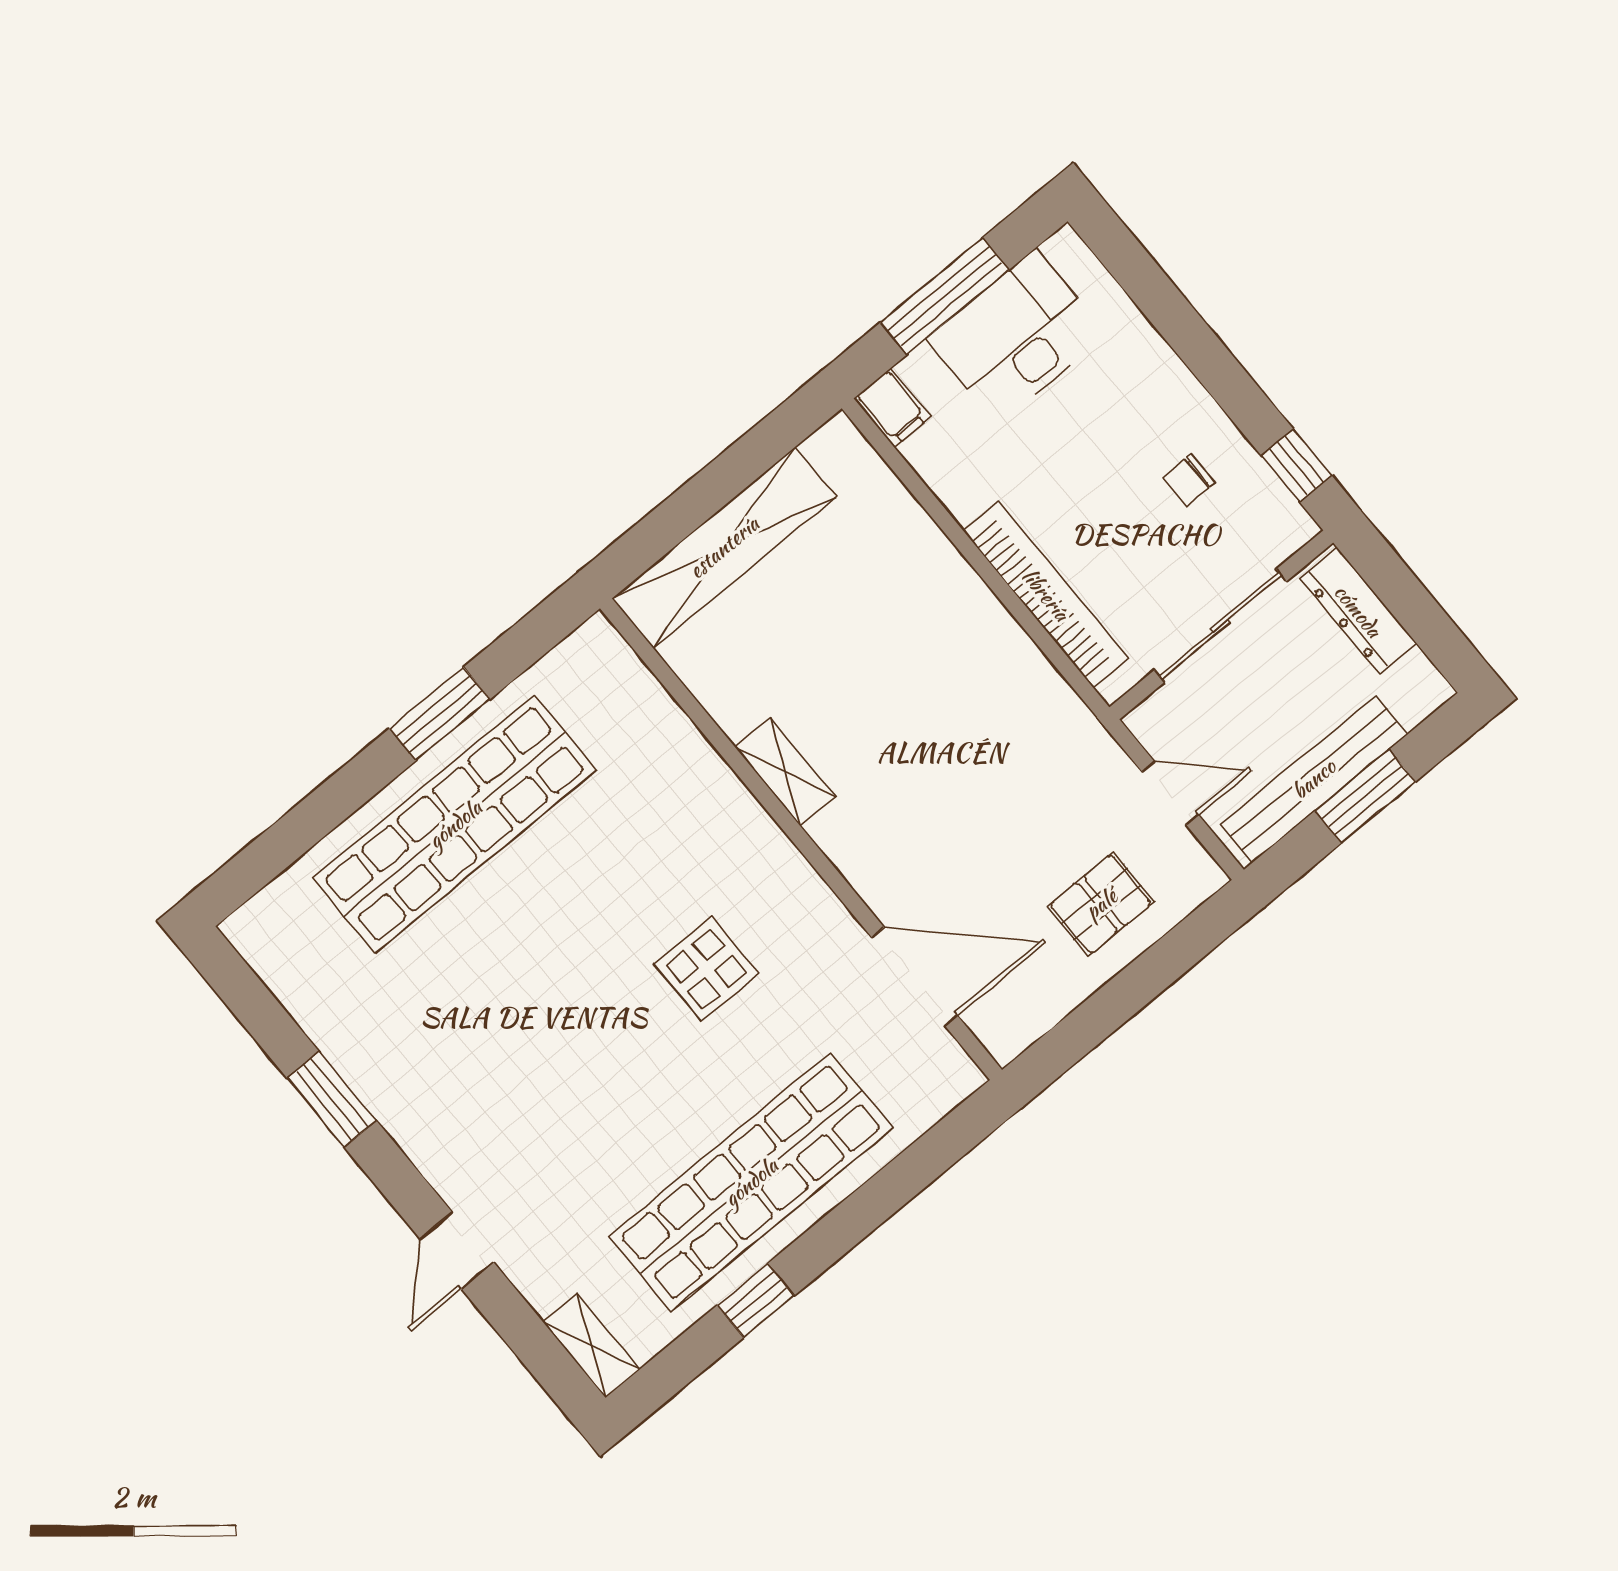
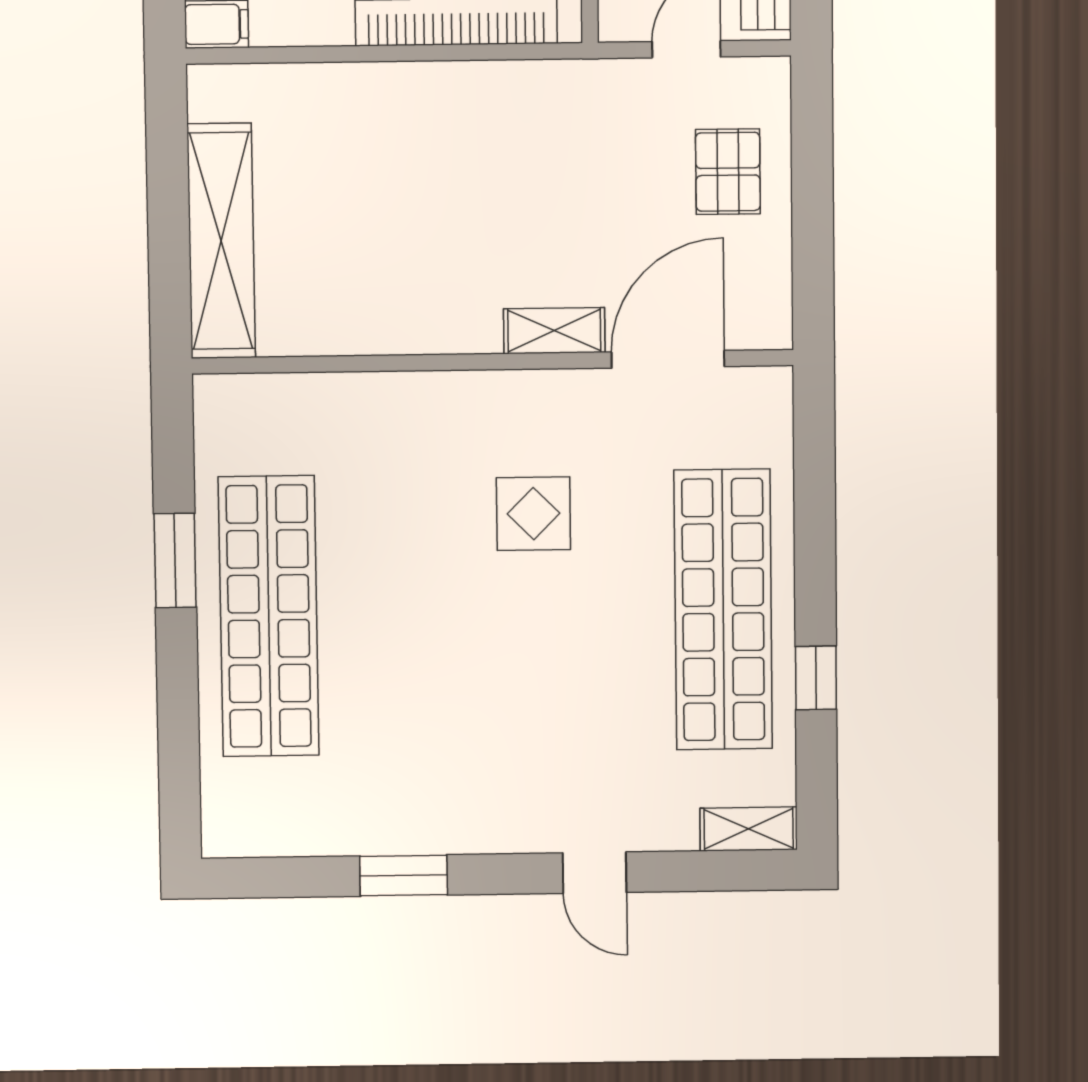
shelving: (785, 772) -> (554, 331), moved

